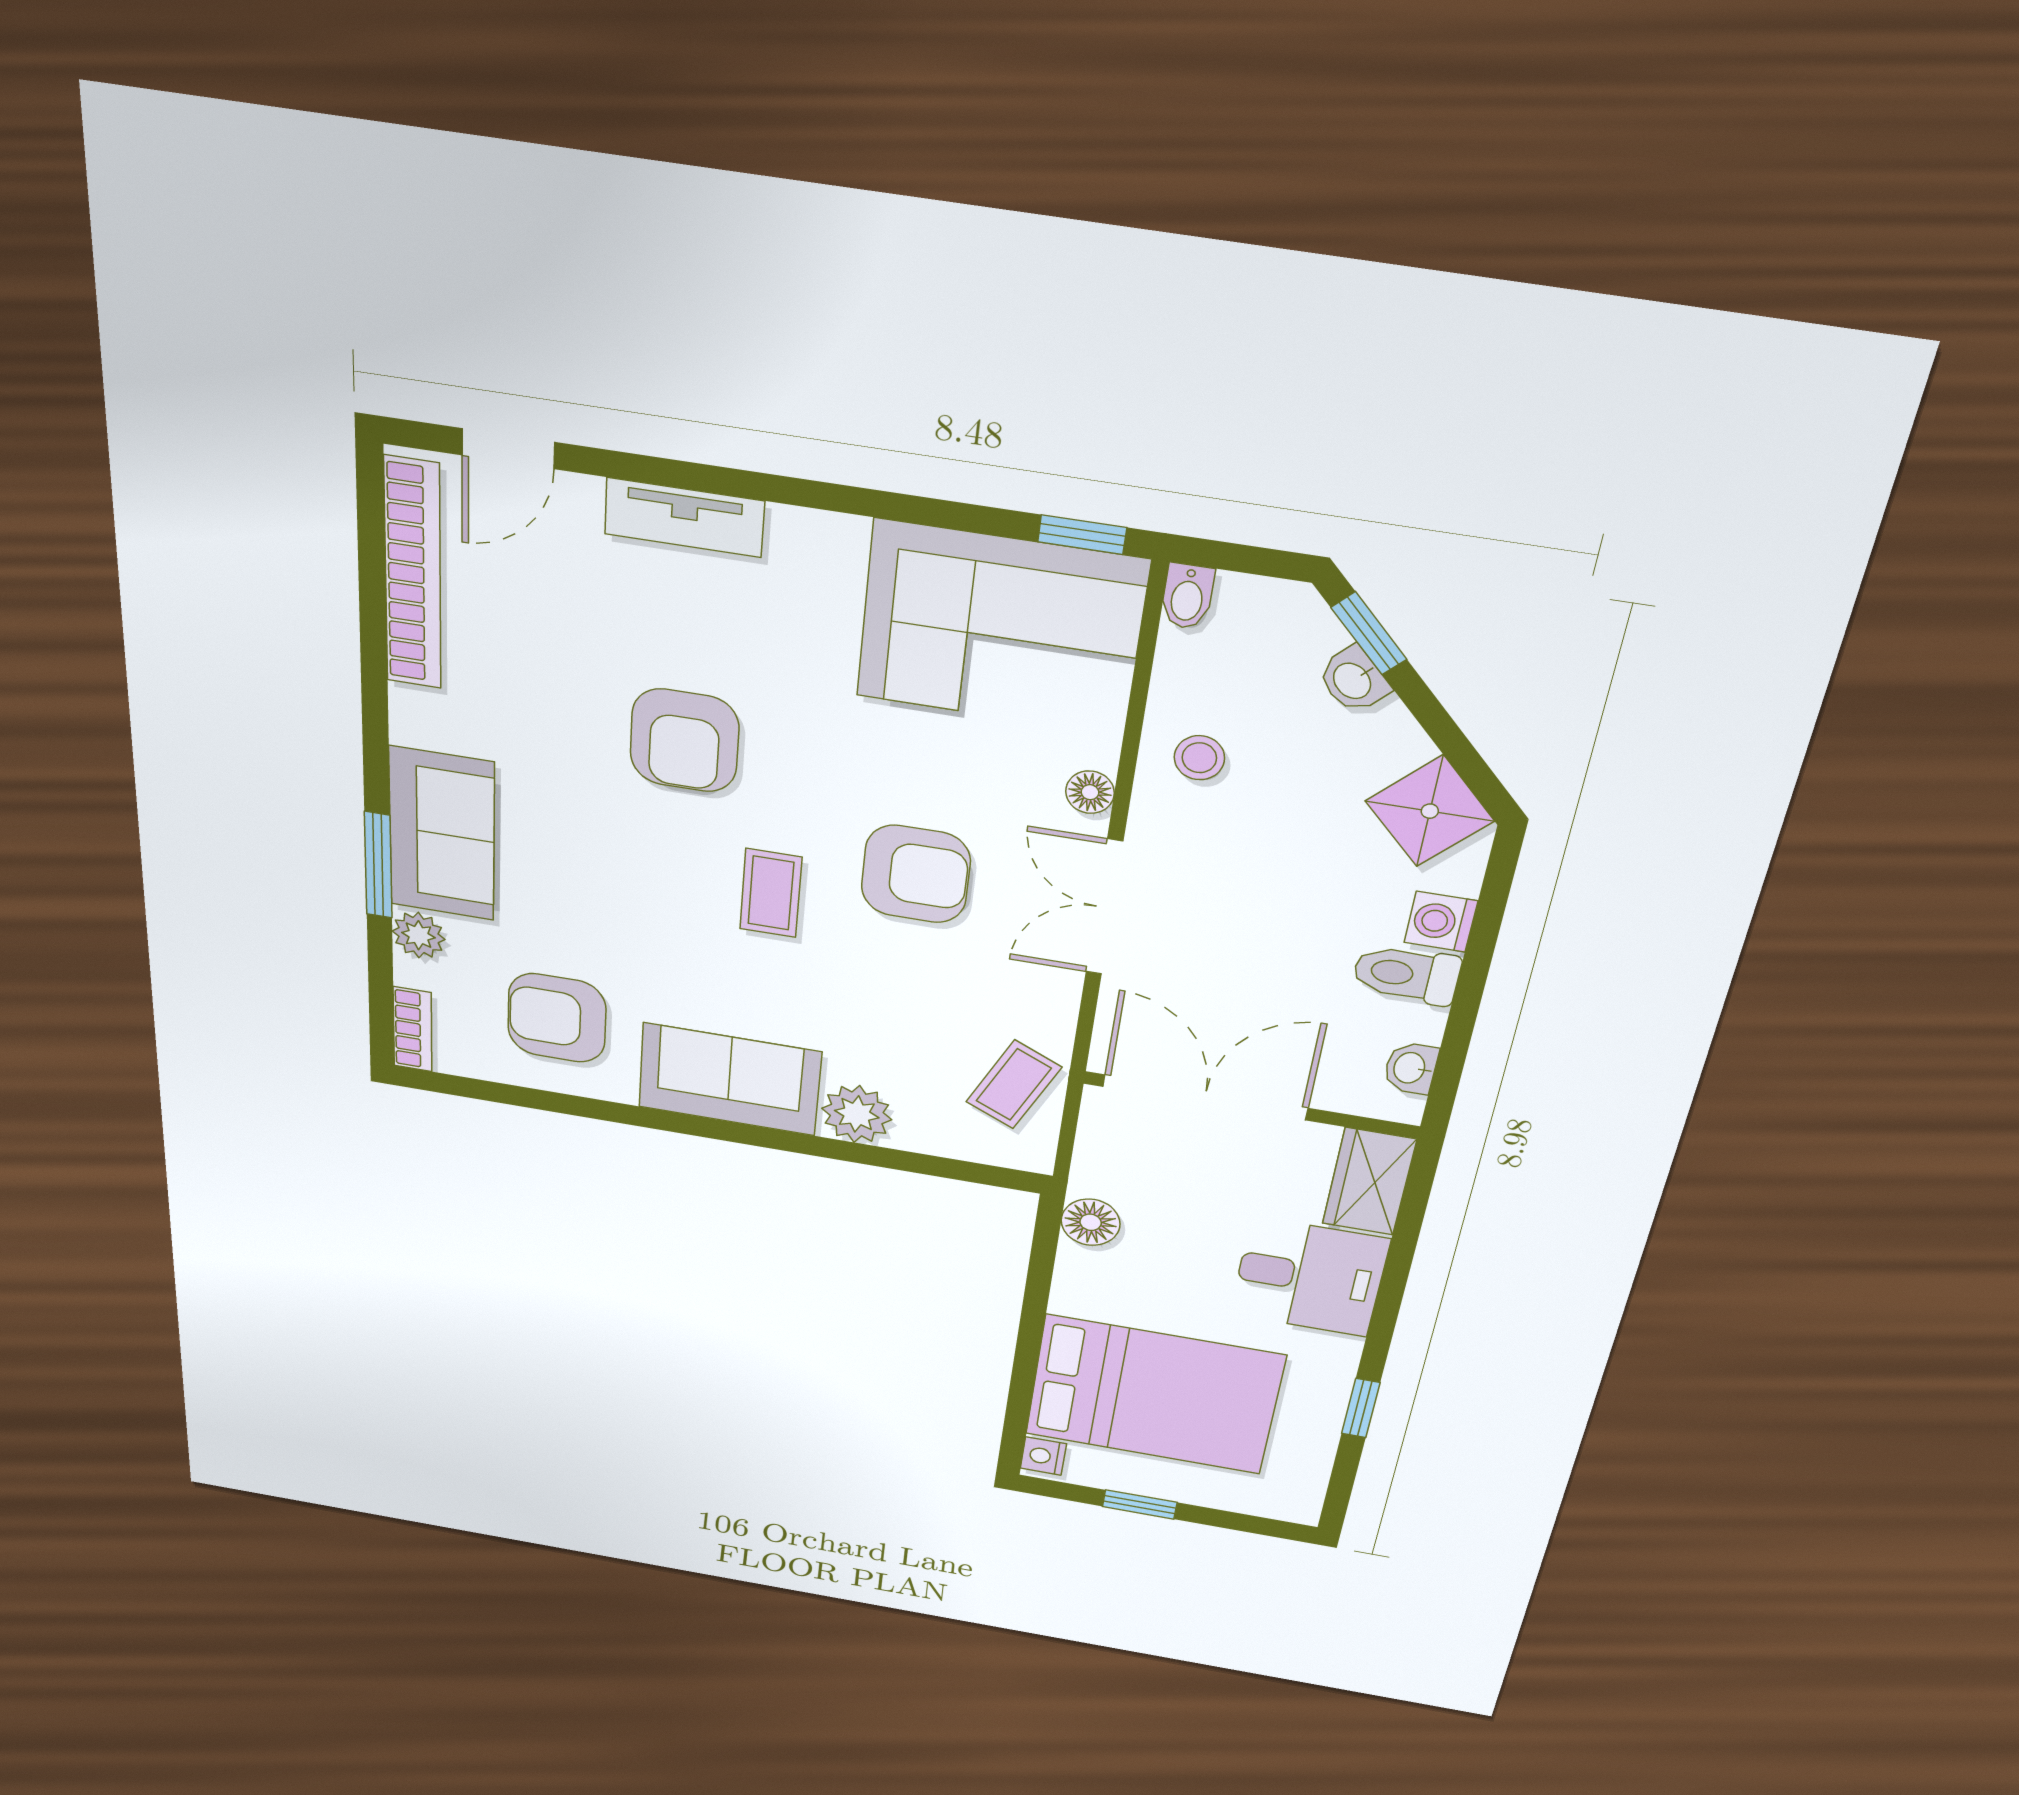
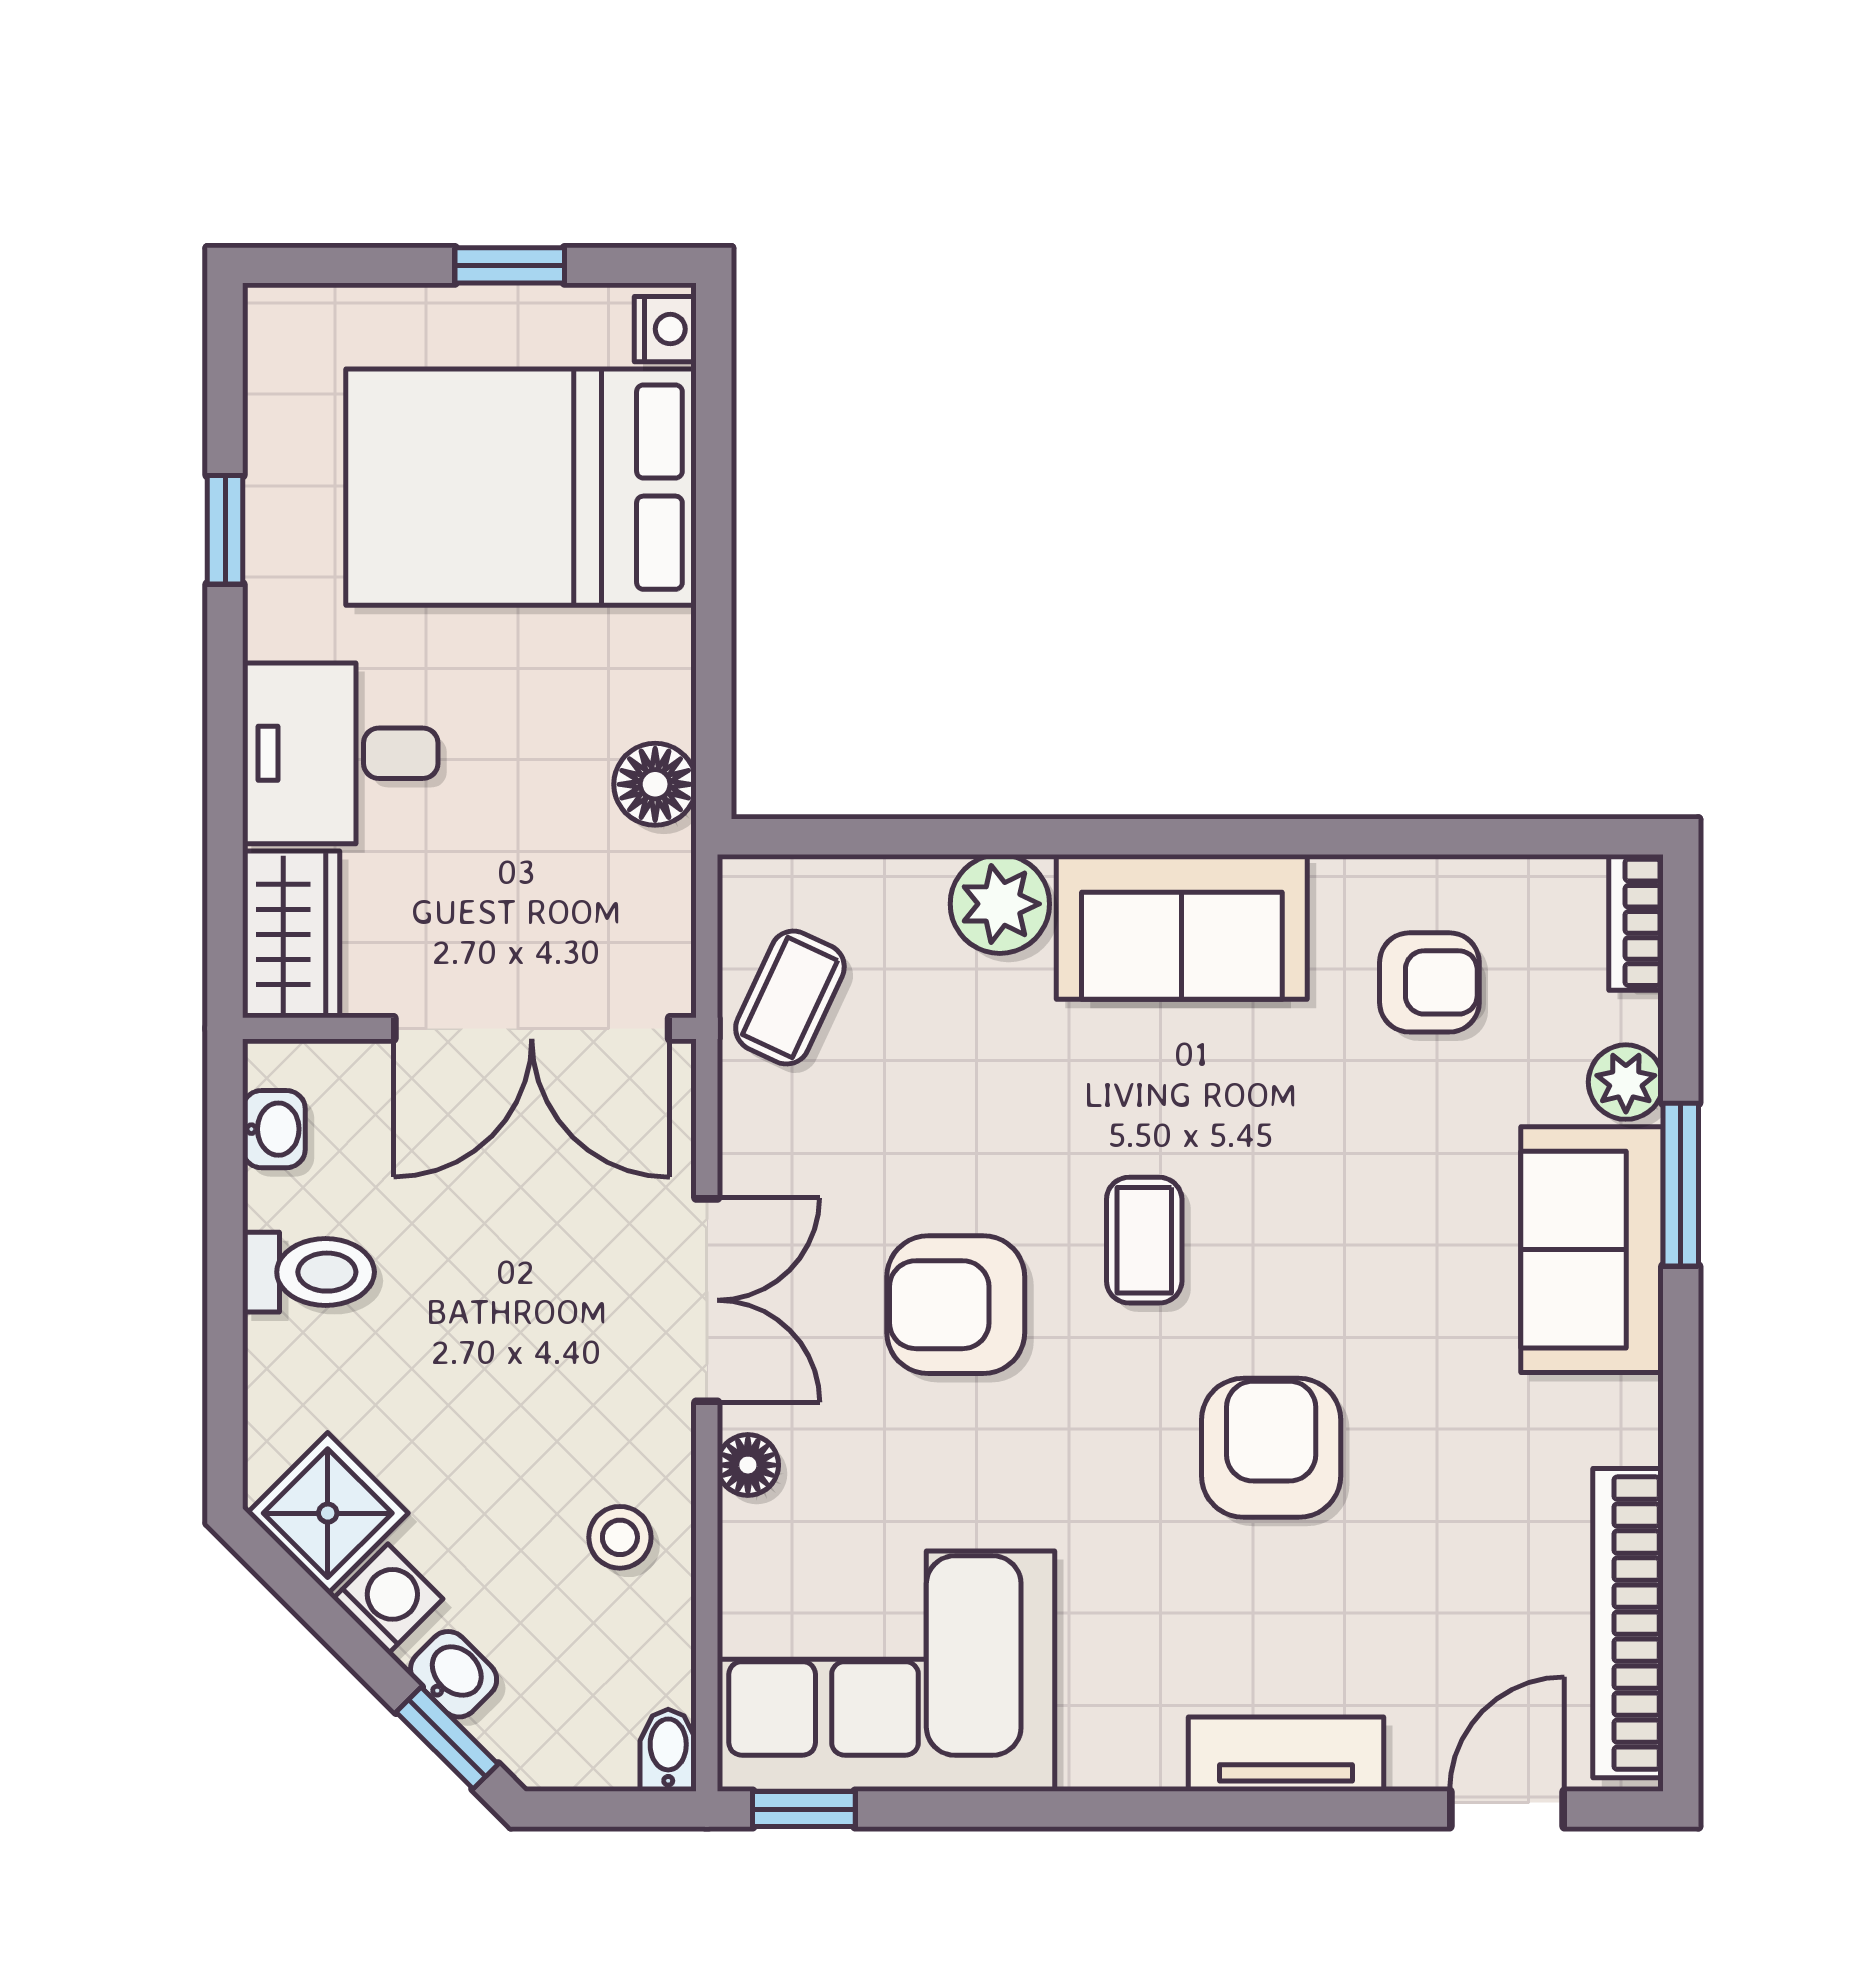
washing machine: (1441, 922) -> (388, 1599), moved, turned -45
armchair: (557, 1018) -> (1429, 982), width x0.72, depth x0.72

